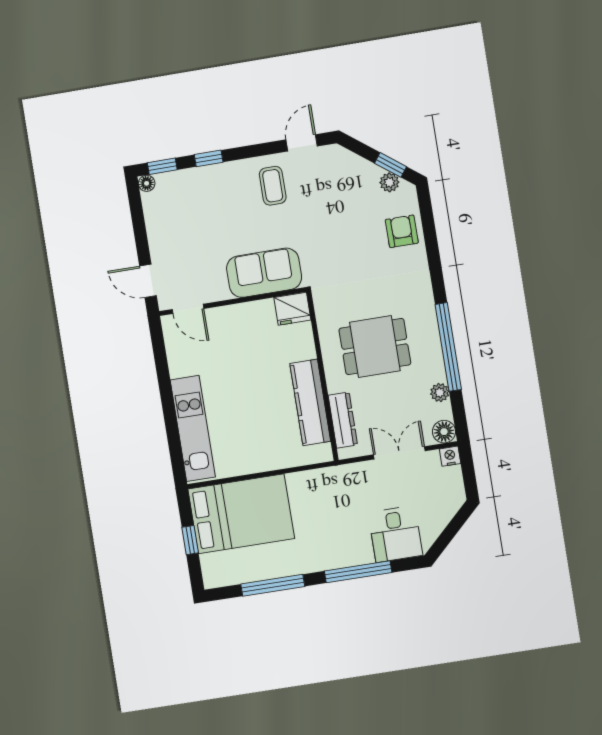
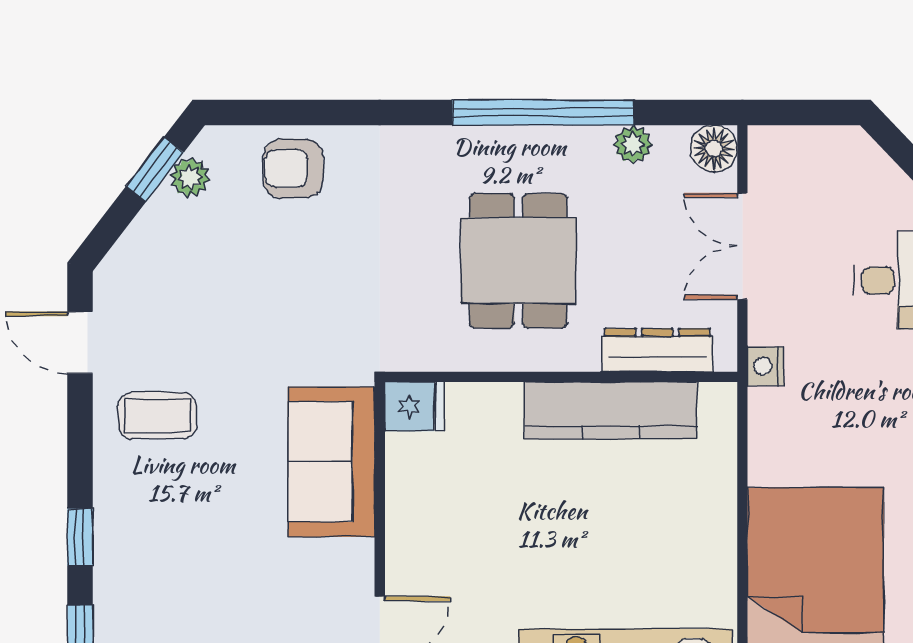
fridge: (292, 309) -> (414, 406), width x0.72
nightstand: (450, 456) -> (766, 366), moved

